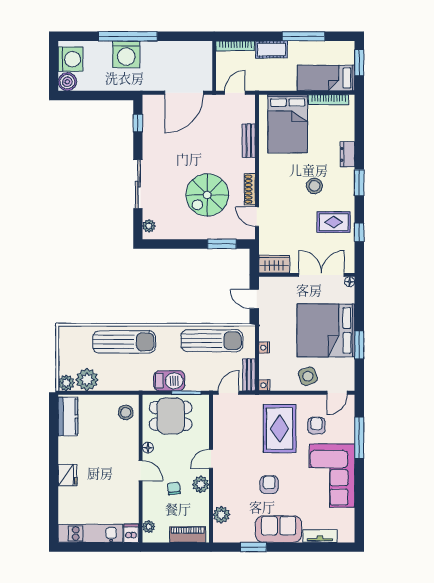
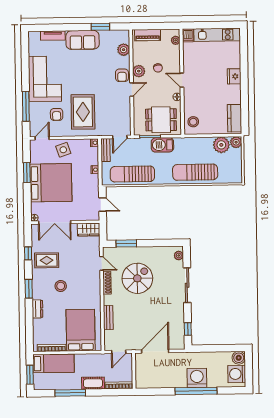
armchair: (269, 485) -> (122, 75), moved

